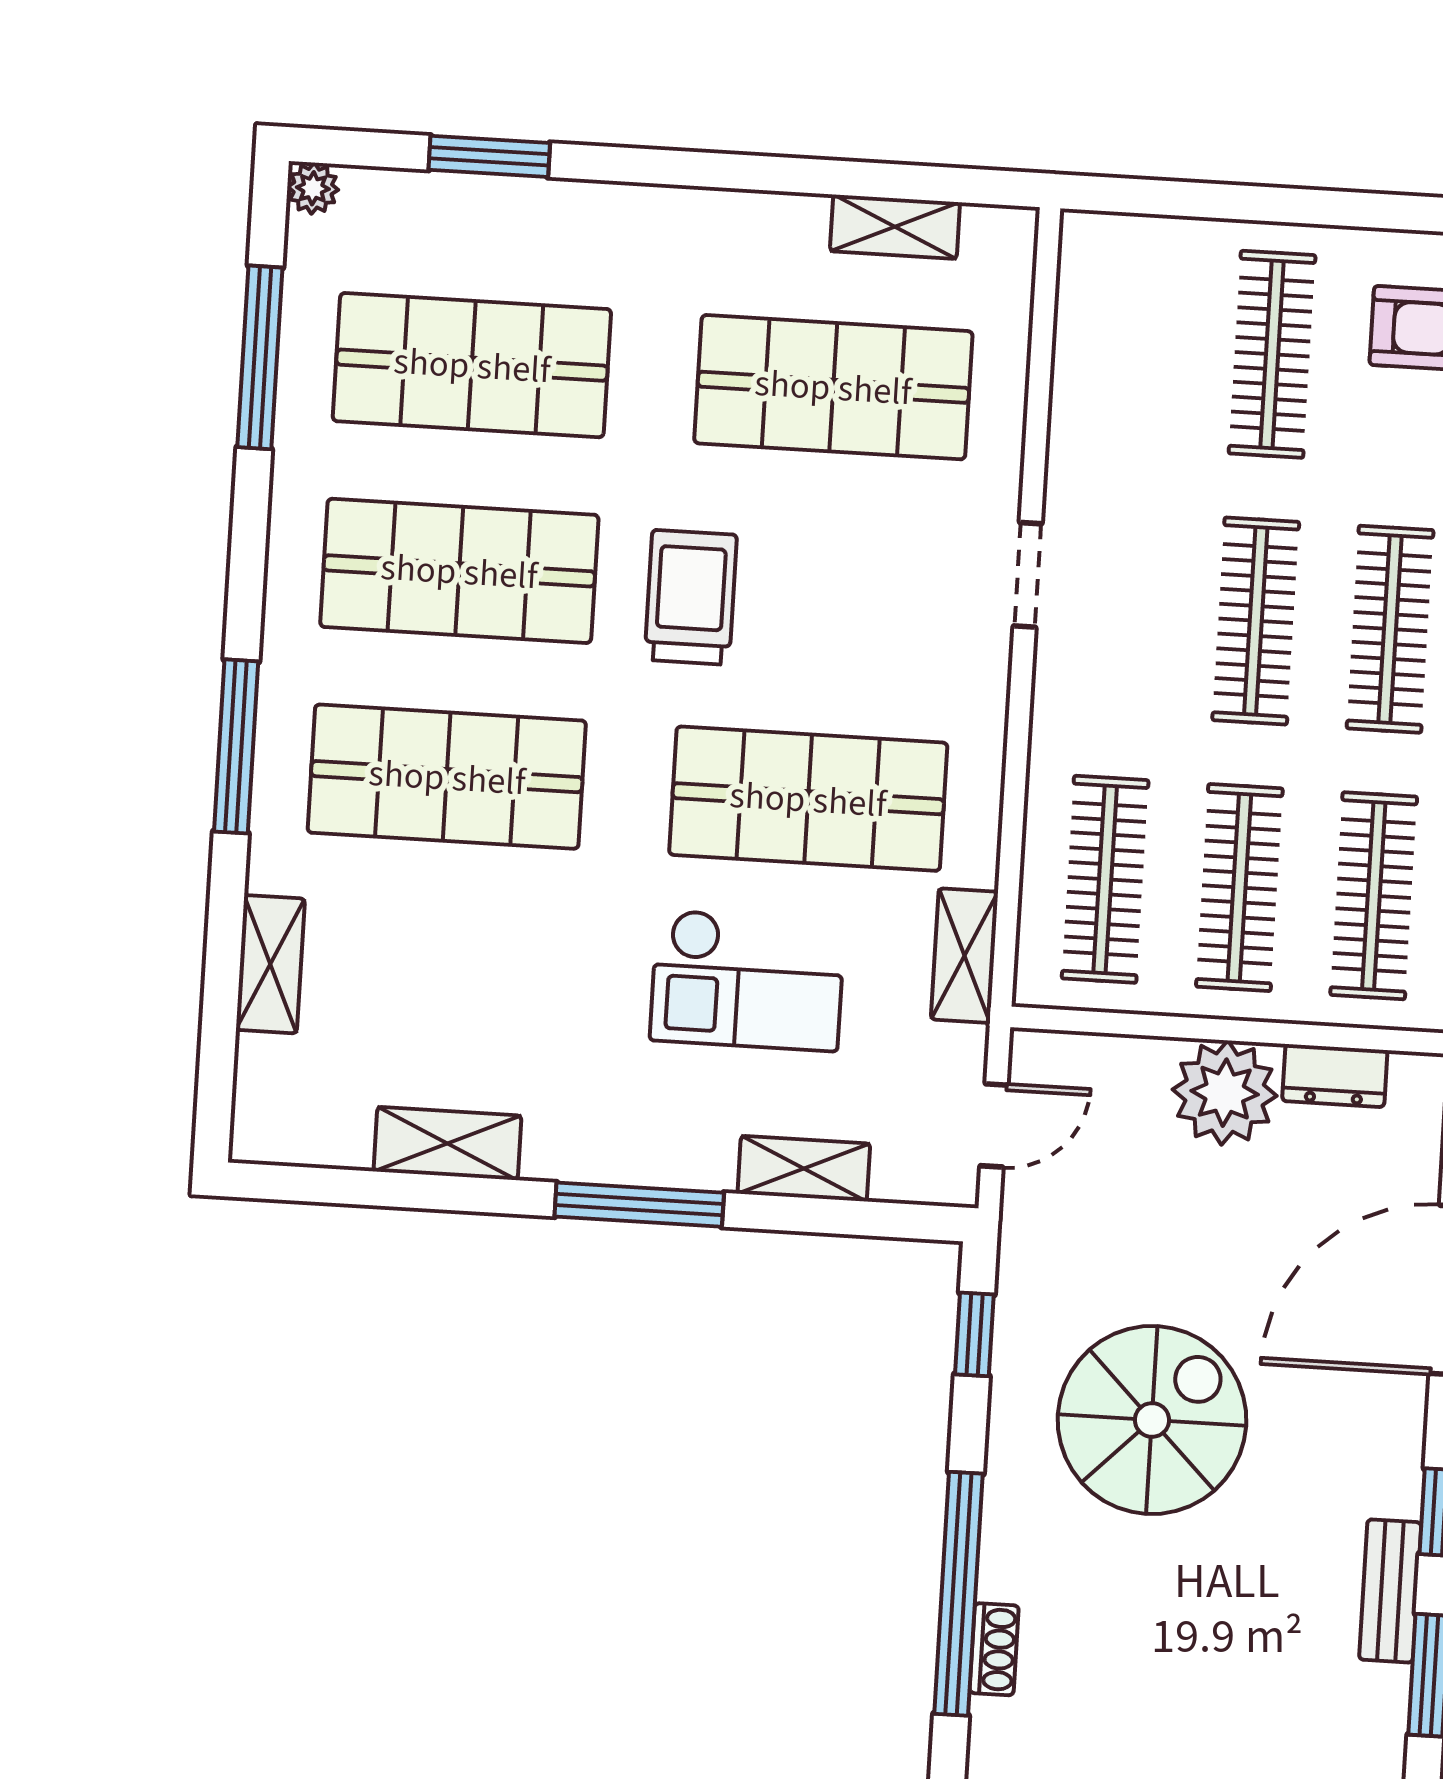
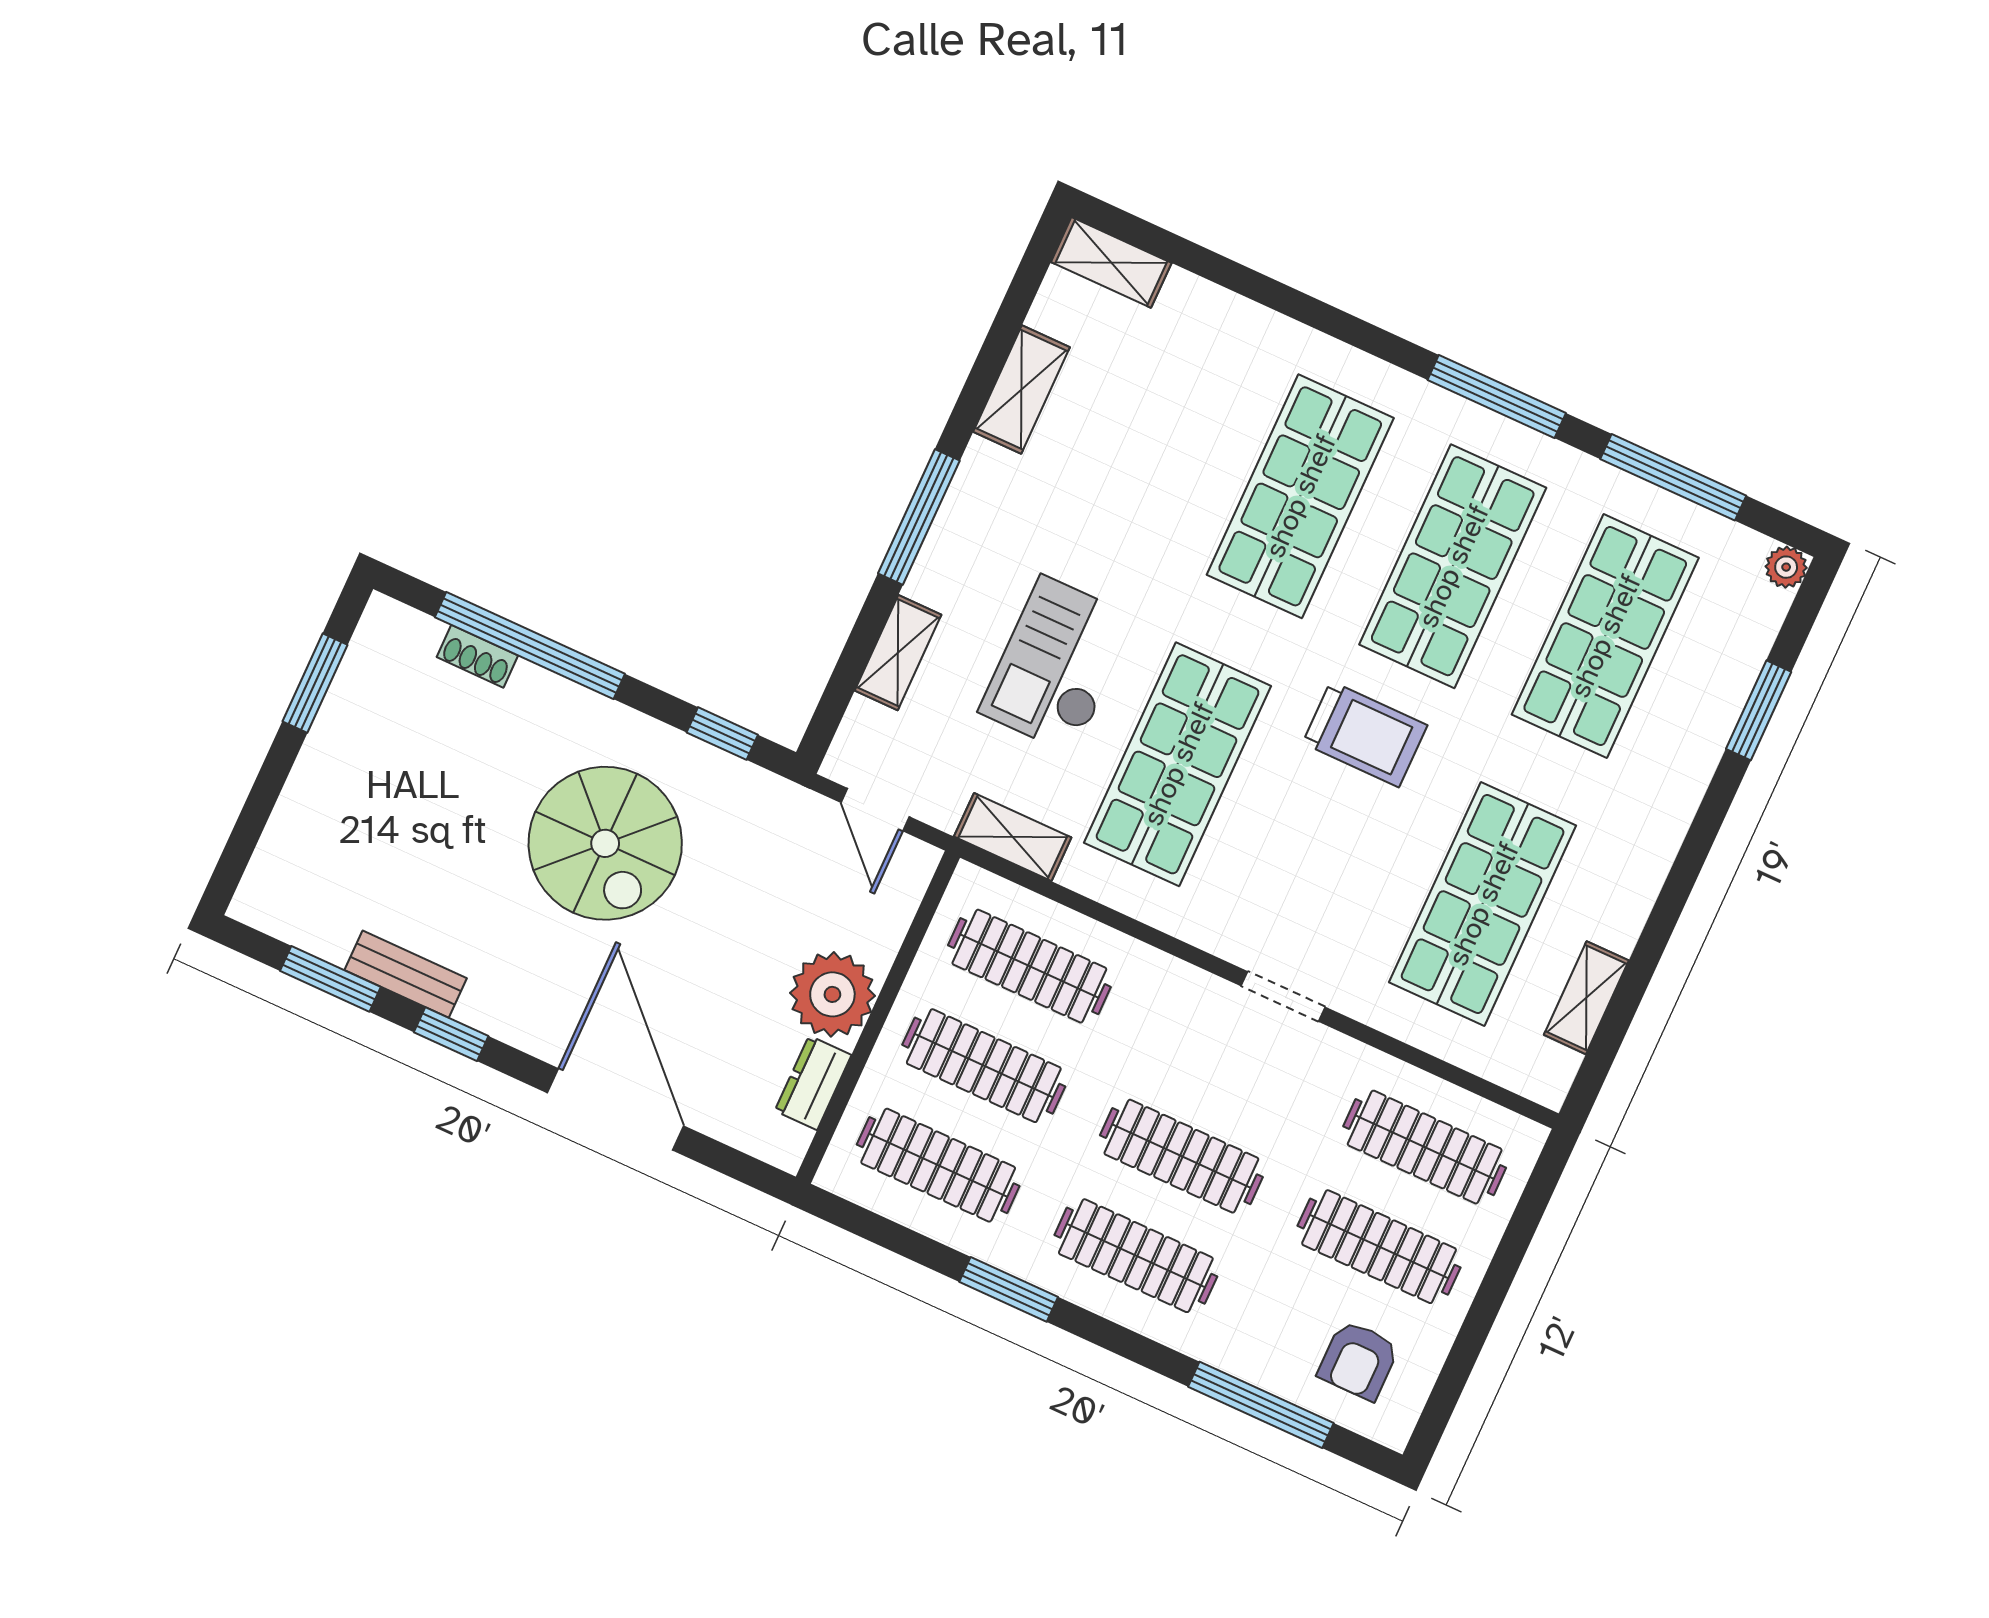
clothes rail: (1138, 346) -> (1425, 1147), added
window: (236, 746) -> (1497, 397), moved
shelving: (270, 964) -> (1111, 262), moved

